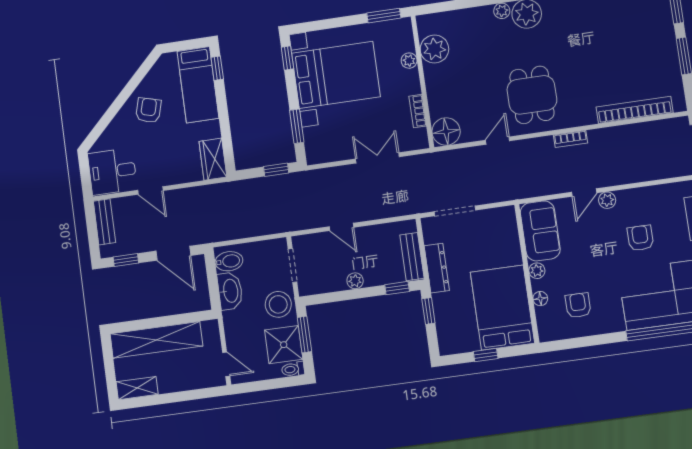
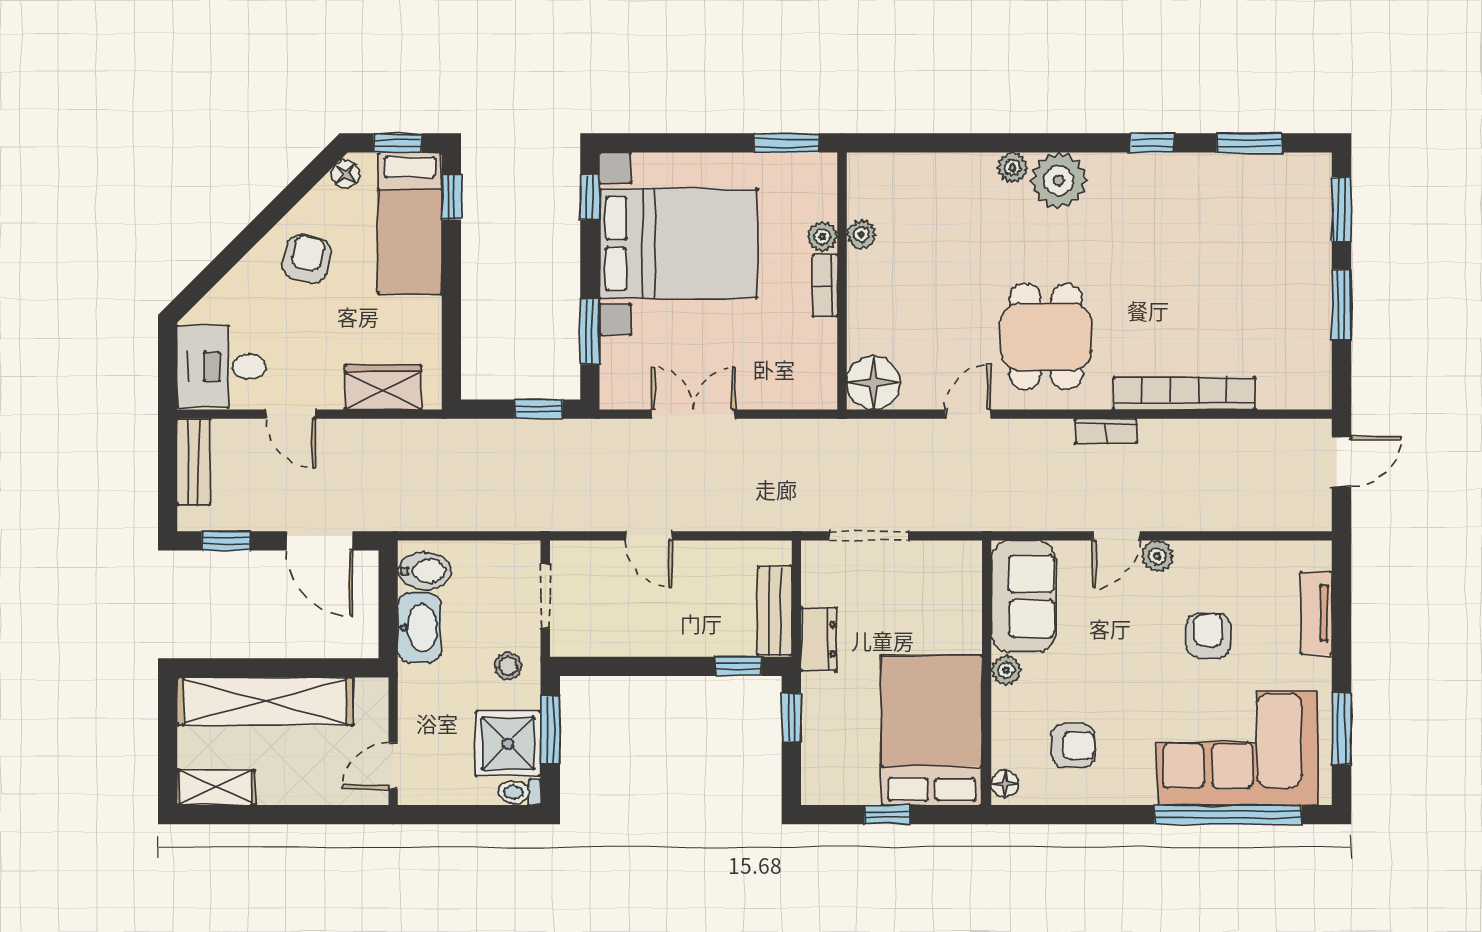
window: (186, 45) -> (397, 143), added
plant: (434, 49) -> (861, 234), width x0.53, depth x0.53
floor lamp: (162, 65) -> (346, 174), added
bookcase: (635, 110) -> (1184, 393), moved
bookcase: (418, 111) -> (825, 286), moved
double door: (377, 158) -> (693, 414), moved
wardrobe: (213, 159) -> (383, 387), moved, turned 90
dresser: (437, 268) -> (819, 639), width x0.70
plant: (355, 281) -> (661, 641), removed
floor lamp: (540, 299) -> (1005, 784), moved
stool: (278, 304) -> (508, 666), width x0.53, depth x0.53
armchair: (578, 305) -> (1073, 745), turned 90
door: (226, 364) -> (393, 766), swing flipped

